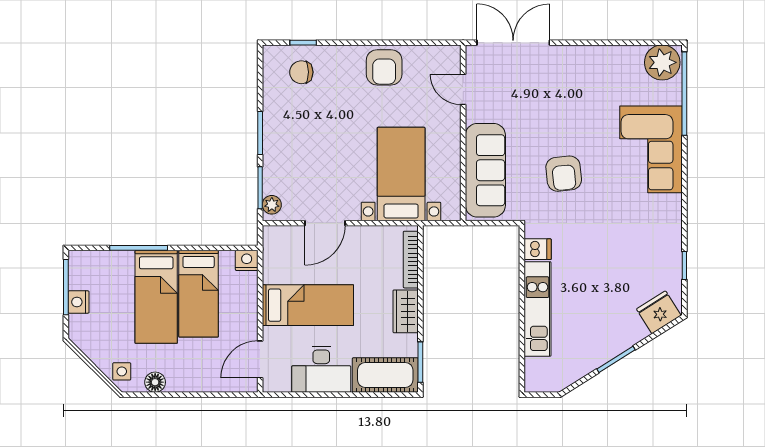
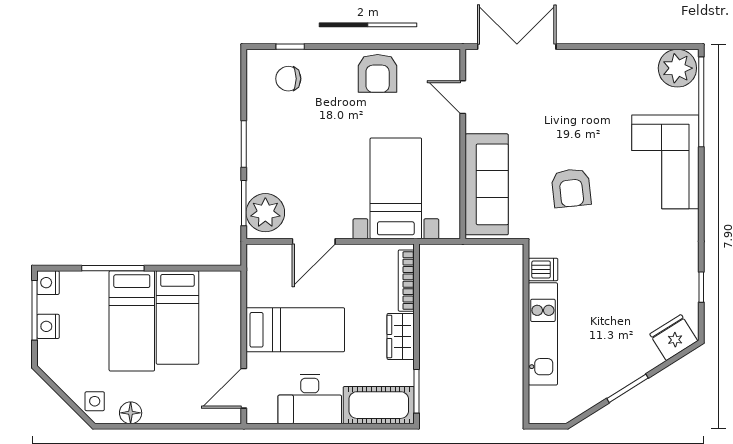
plant: (272, 205) -> (265, 213), width x1.87, depth x1.87
nightstand: (247, 260) -> (48, 283), moved, turned -90

